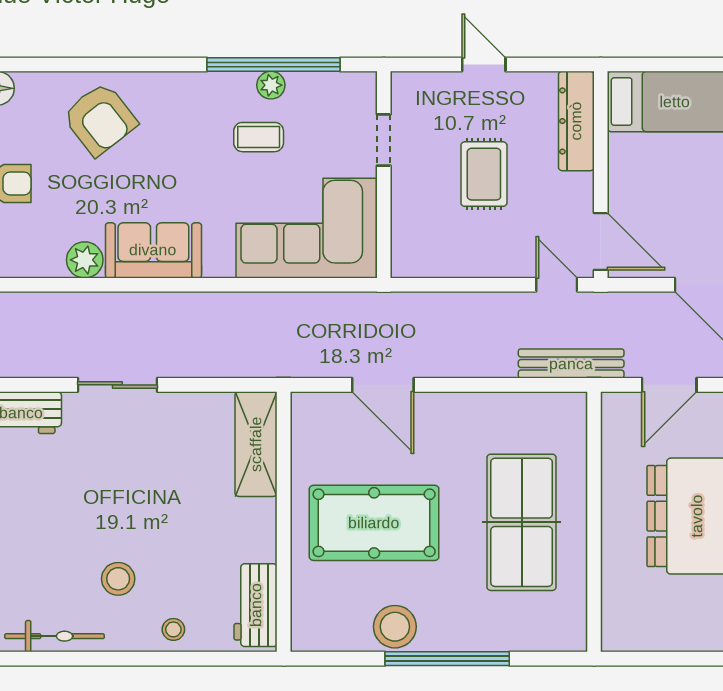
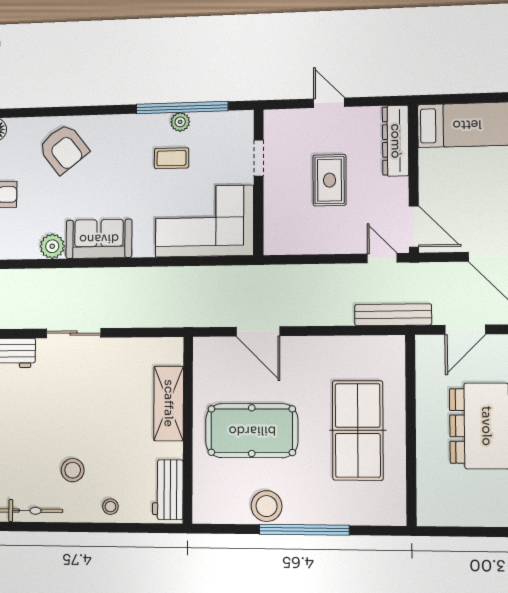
shelving: (256, 444) -> (169, 403), moved

